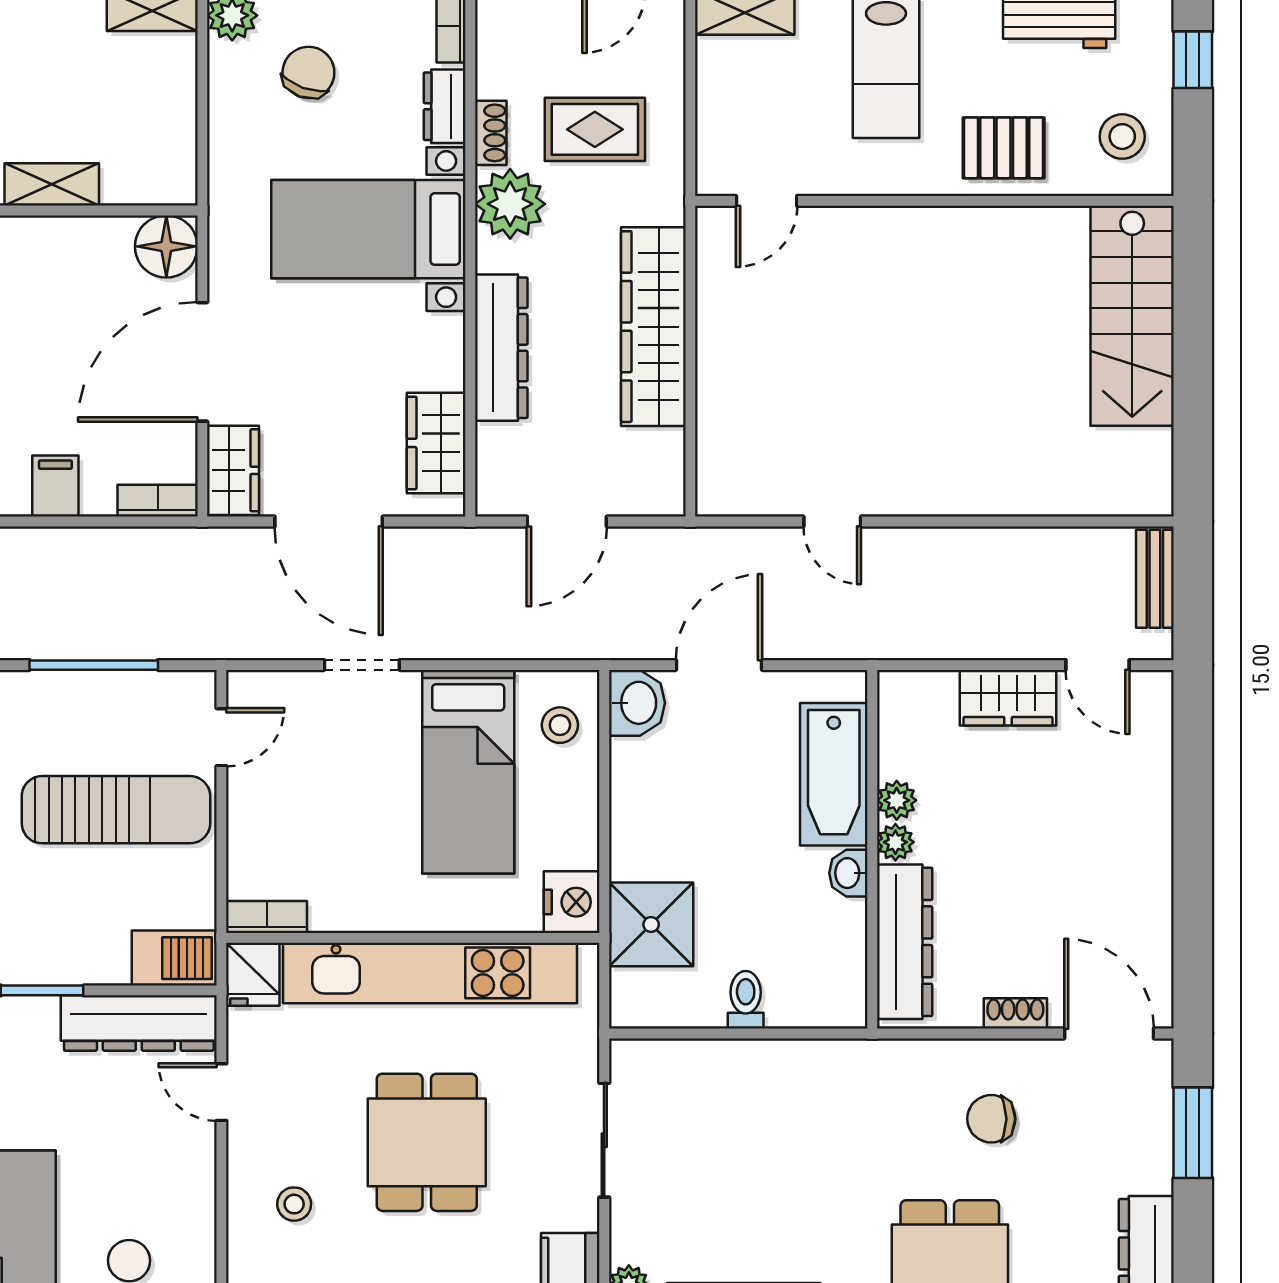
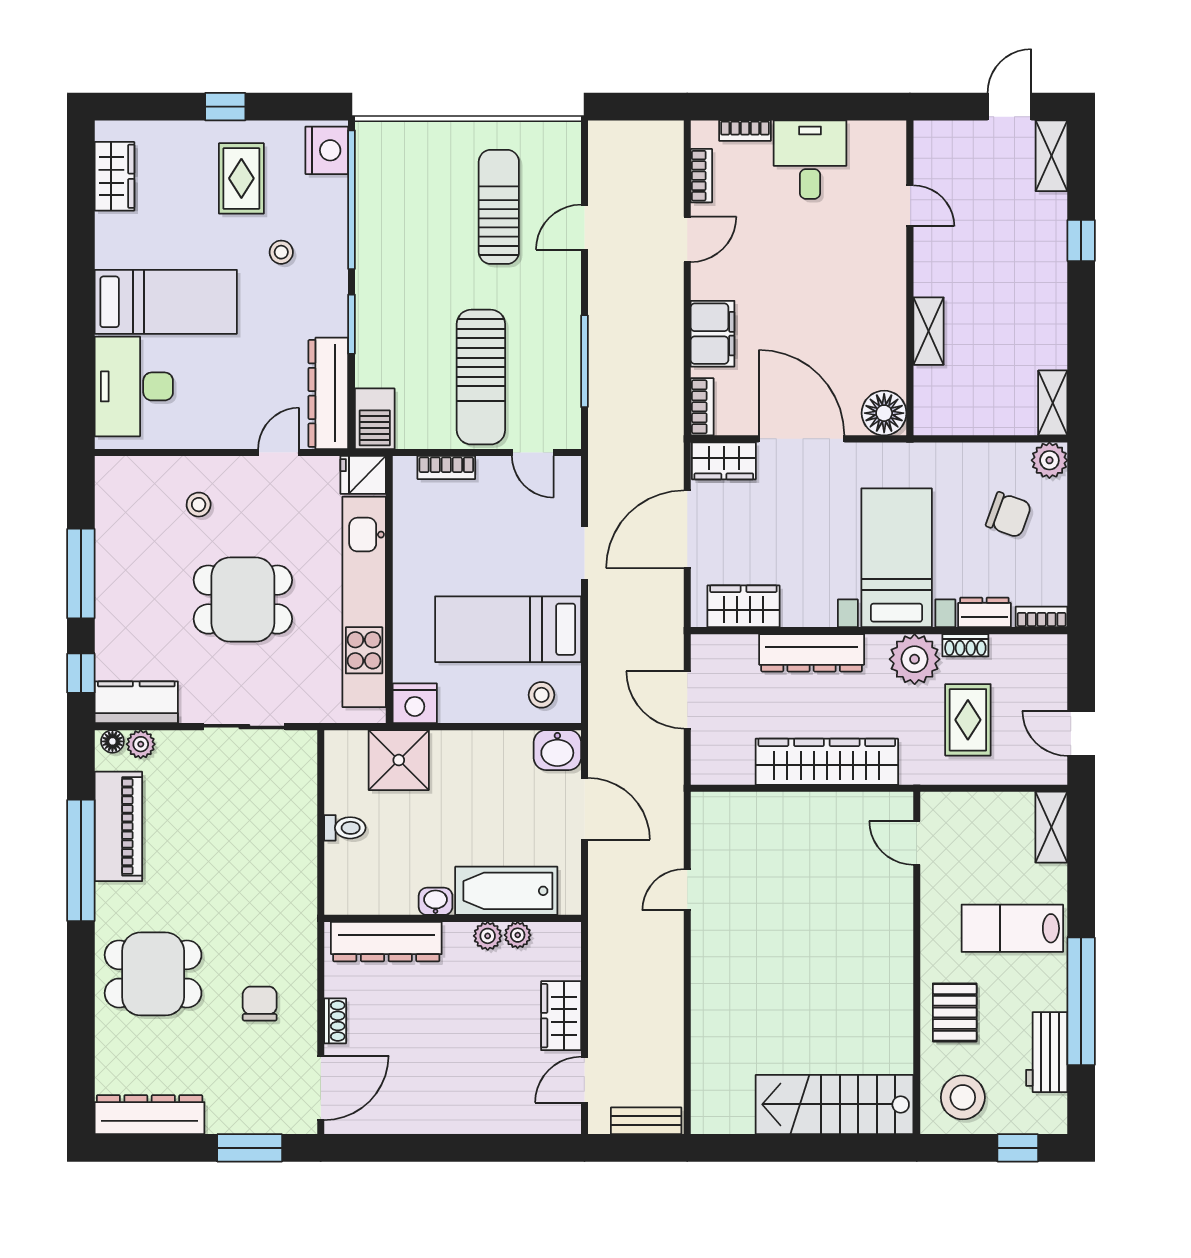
stool: (1122, 137) -> (963, 1097), width x1.38, depth x1.38
filing cabinet: (55, 486) -> (713, 334), width x2.00
plant: (895, 842) -> (518, 935), moved
bookcase: (267, 917) -> (446, 468), moved, turned 90

